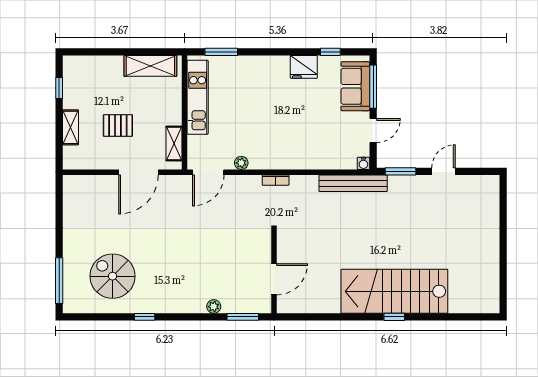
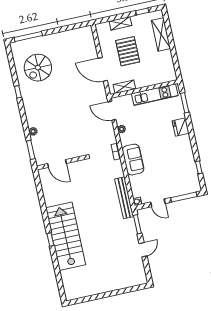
shelving: (150, 66) -> (161, 34), moved
fridge: (304, 67) -> (181, 127), moved
sofa: (355, 86) -> (133, 160), moved, turned 90
pallet: (118, 126) -> (128, 51), width x1.50, depth x1.42
door: (443, 171) -> (143, 250), hinge flipped
spiral stairs: (113, 276) -> (38, 68), turned 180

